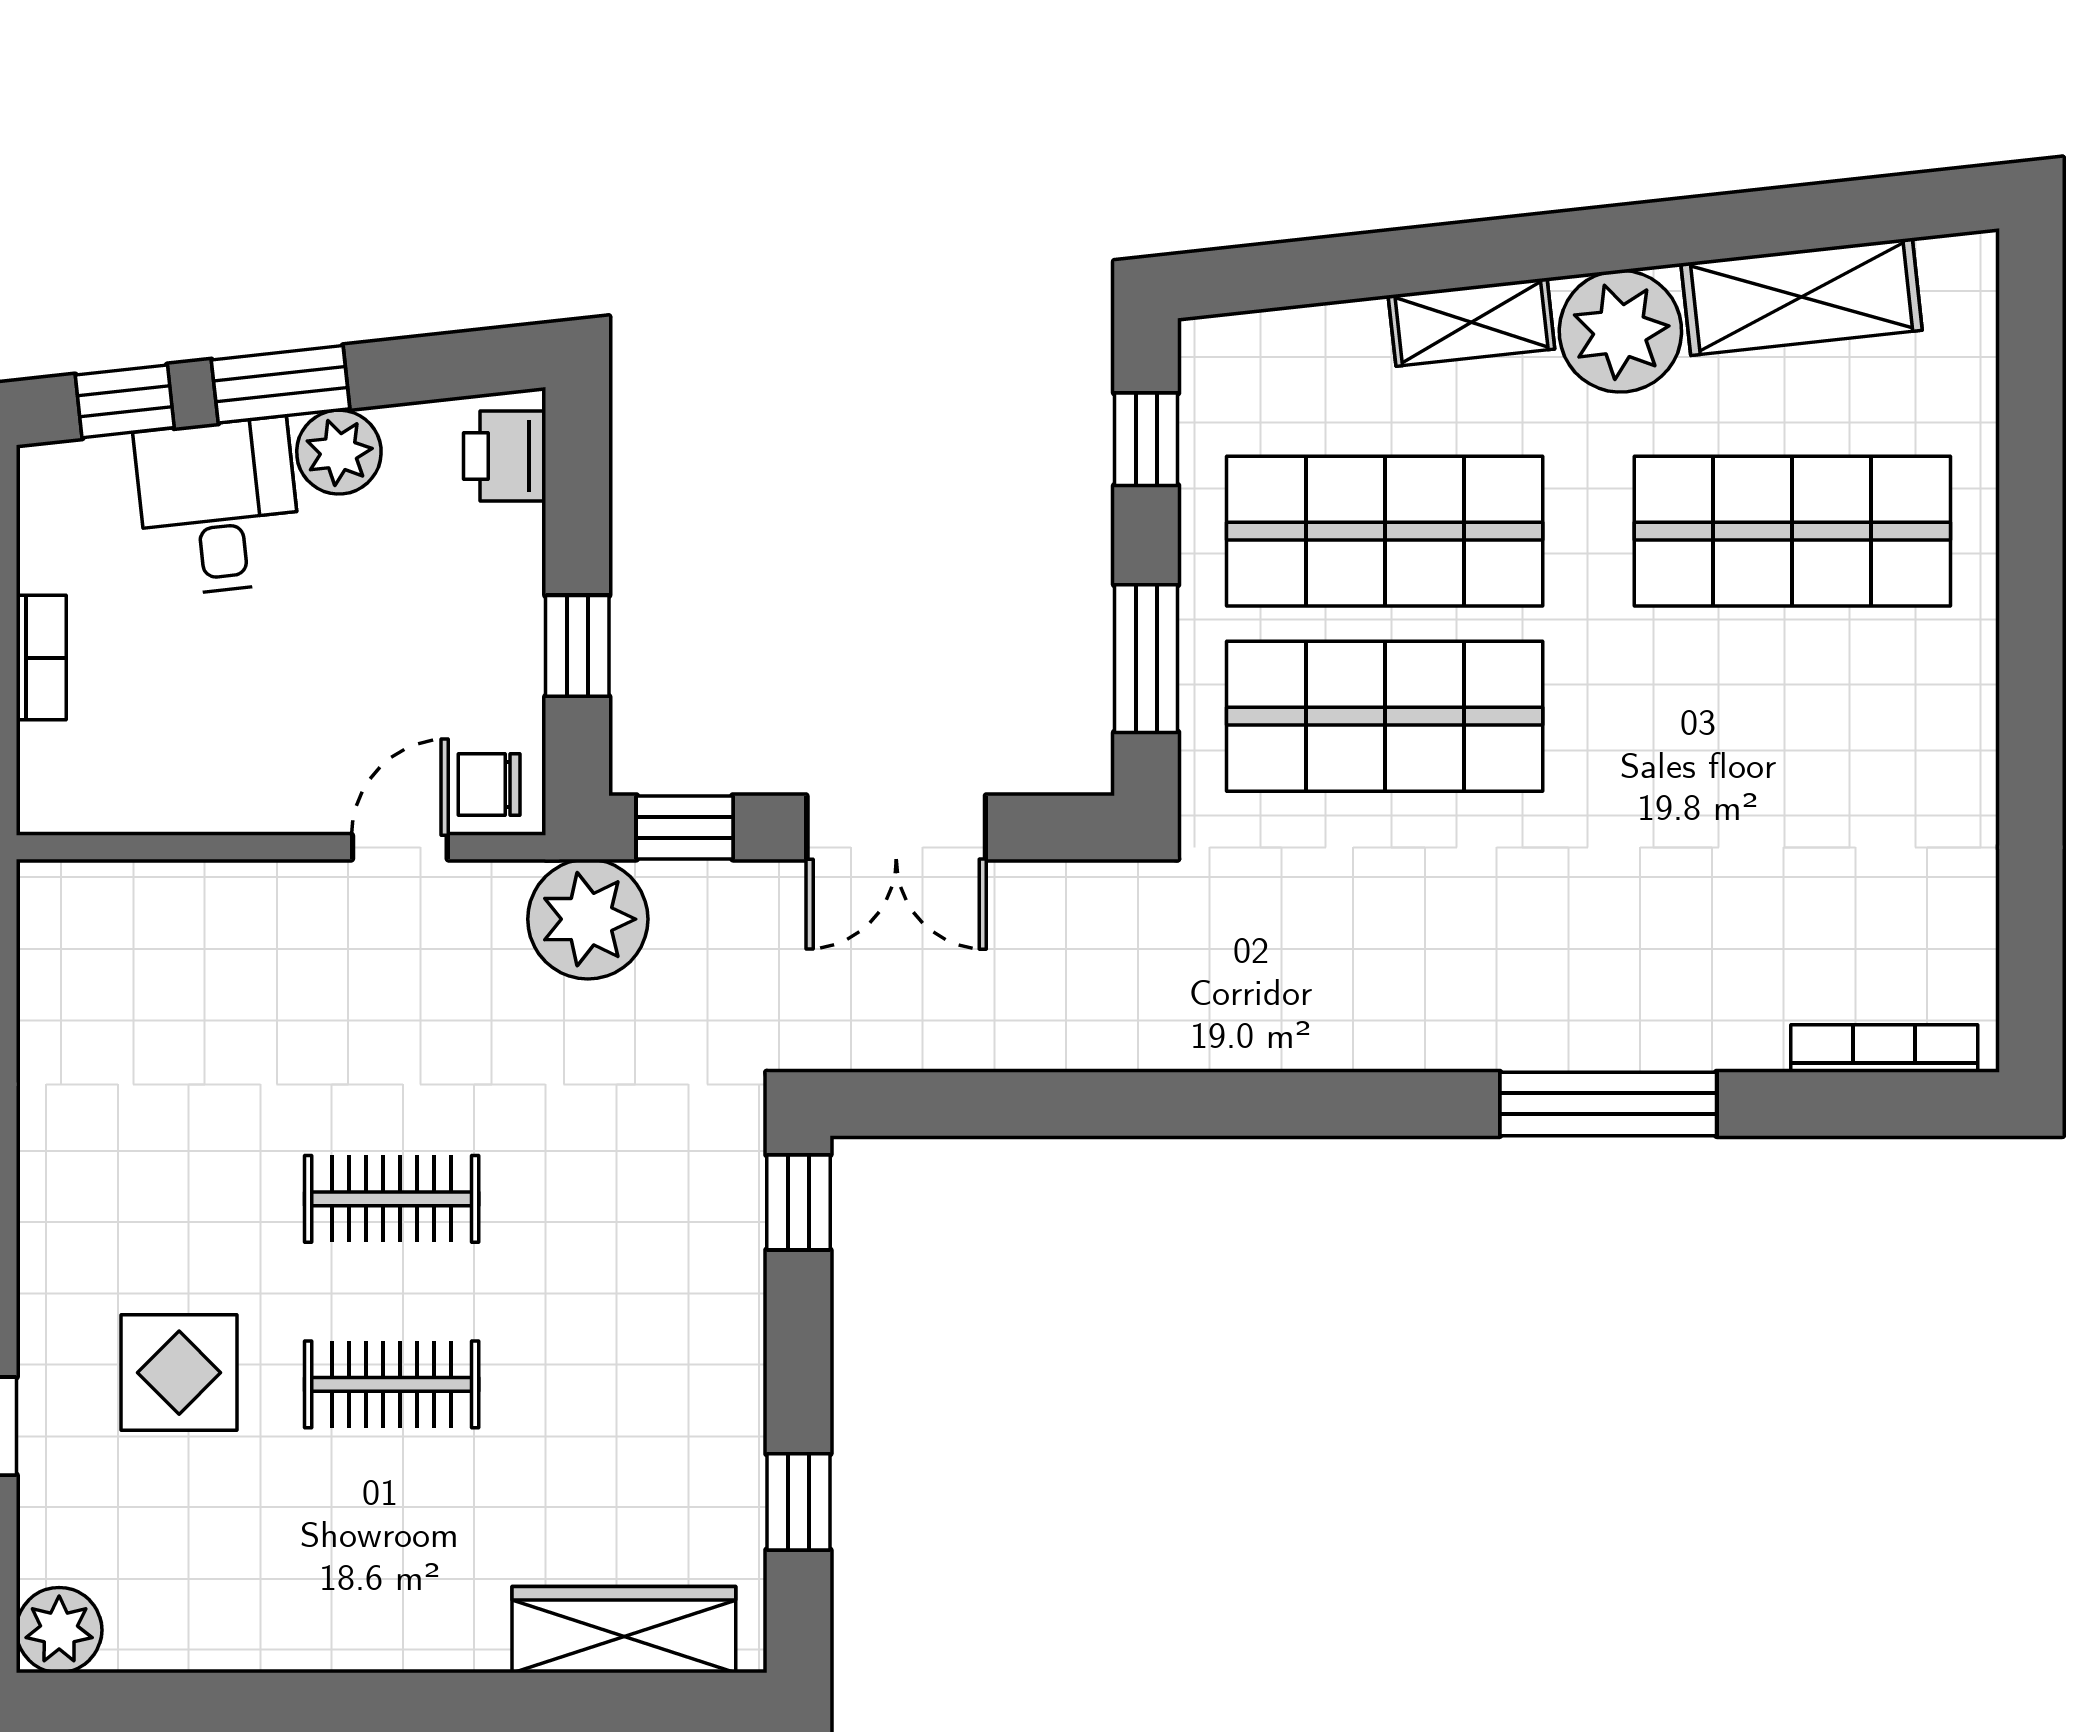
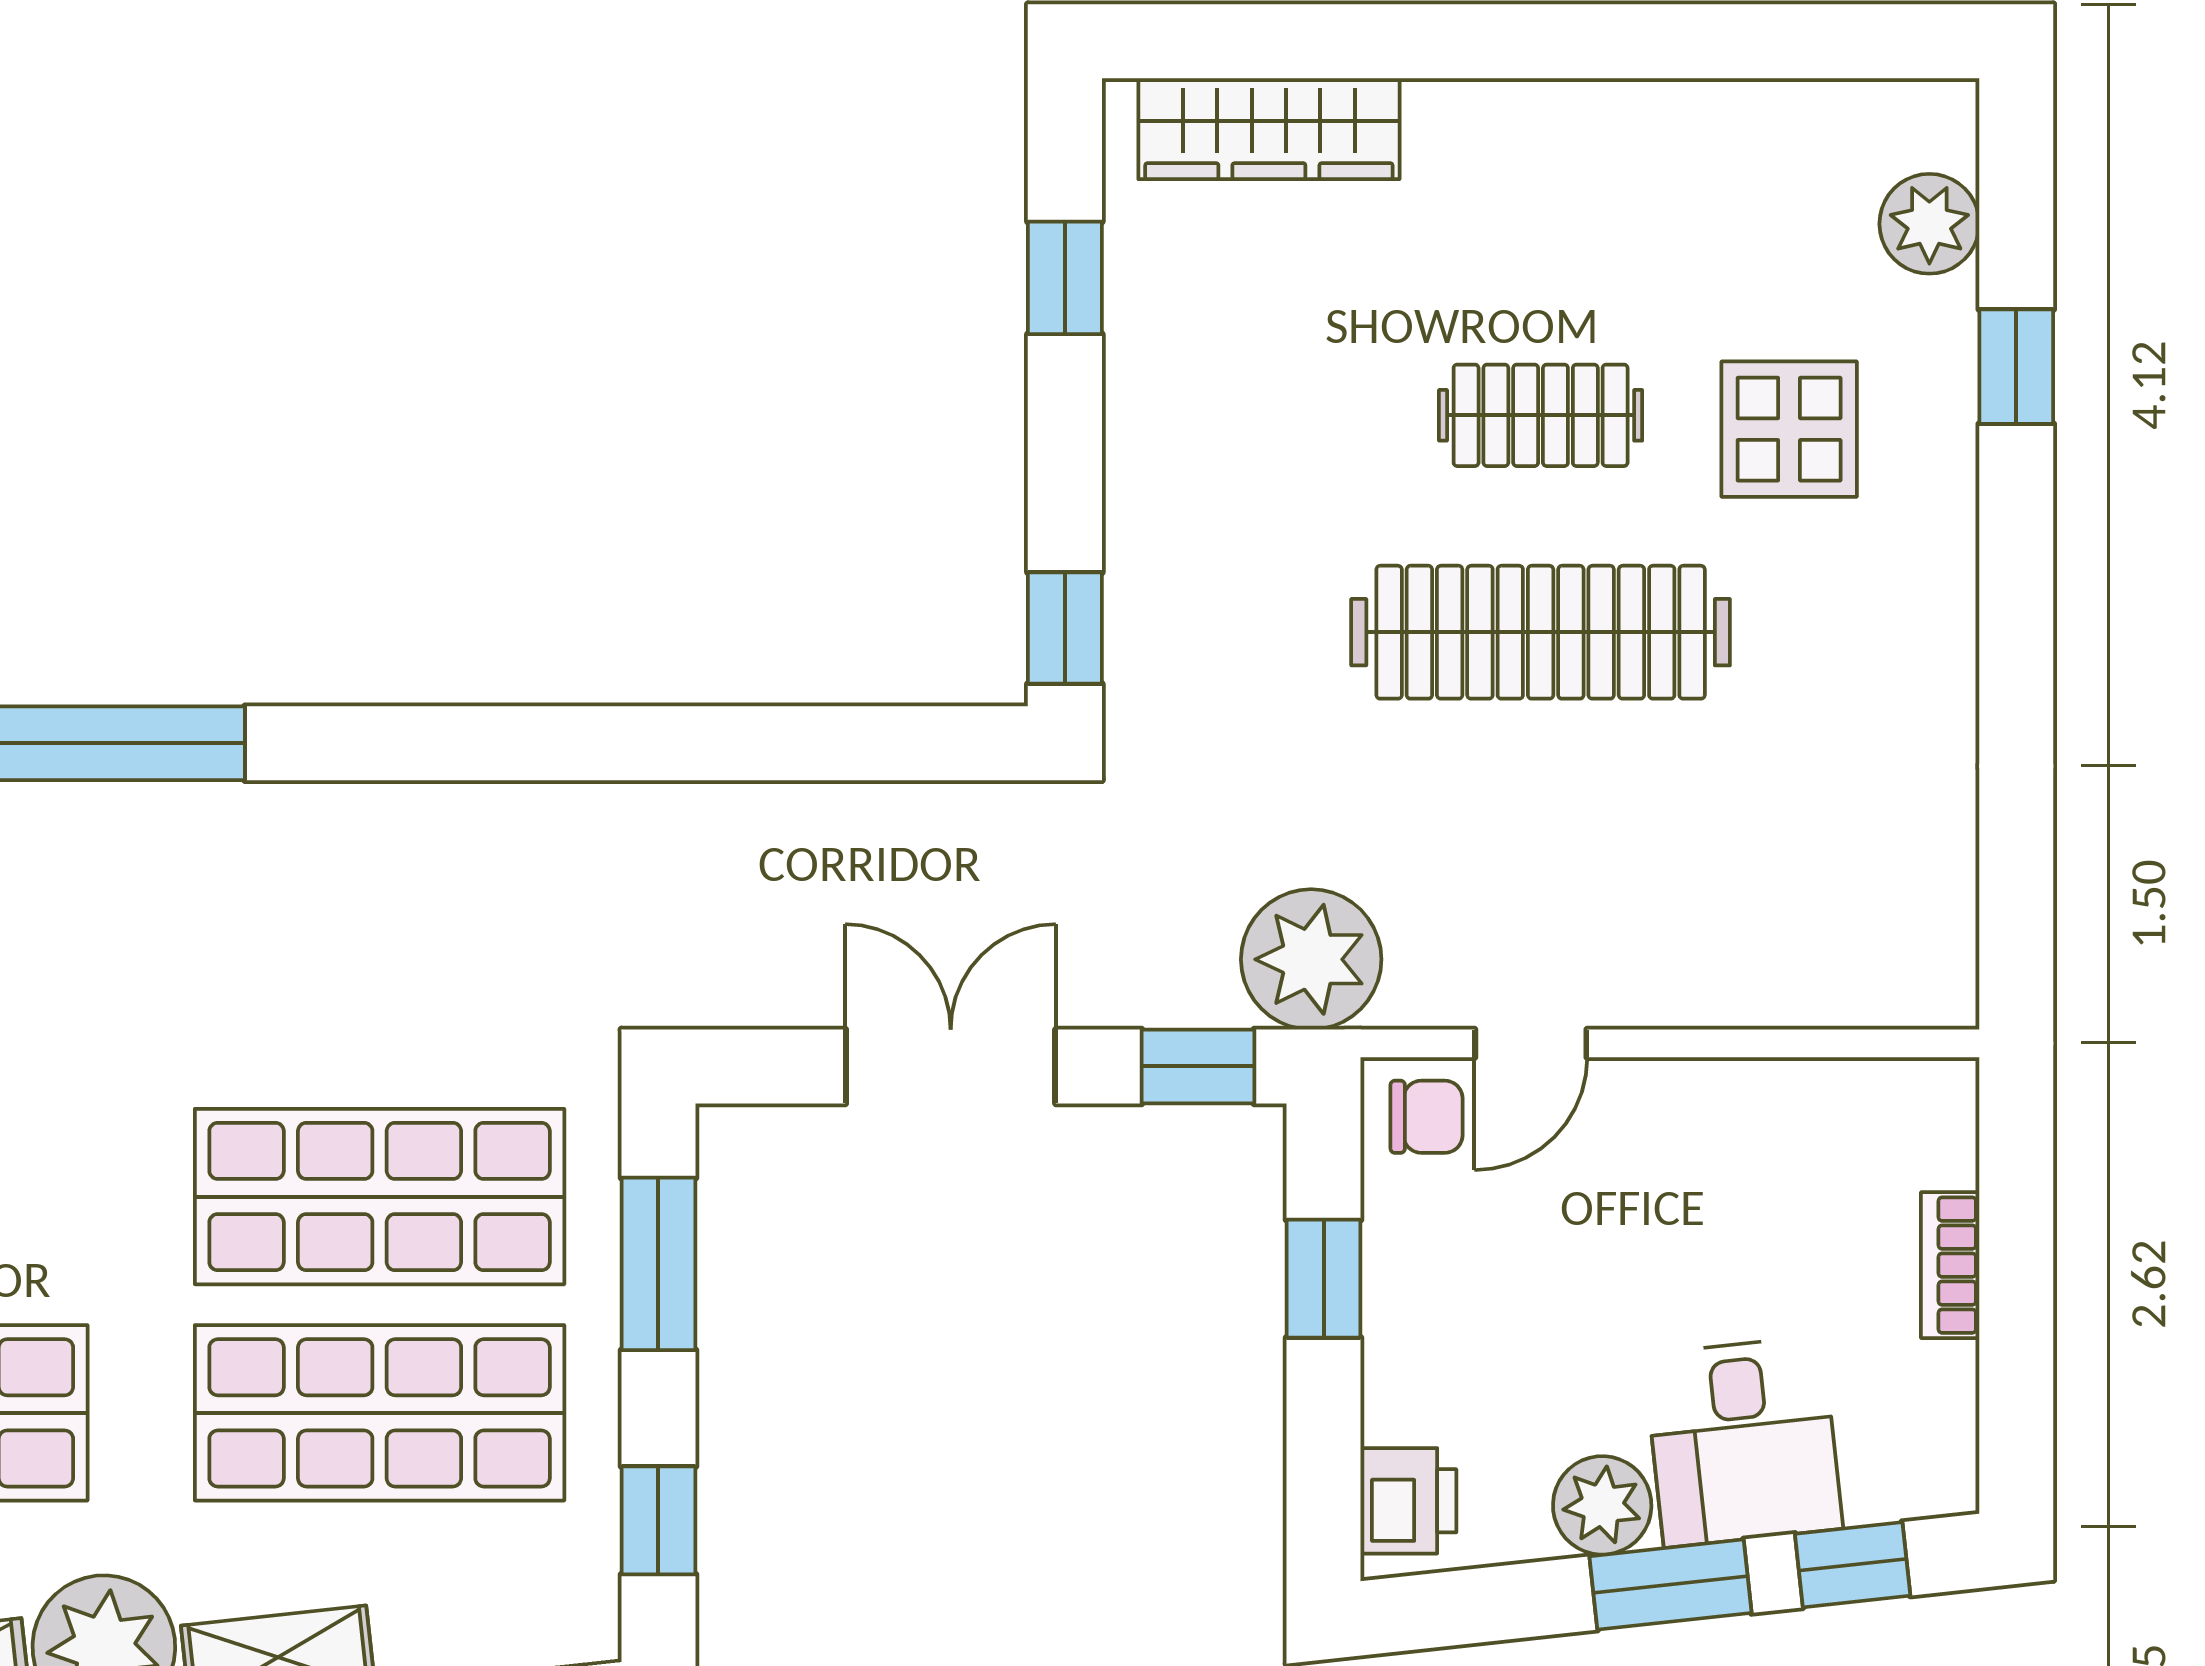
clothes rail: (392, 1199) -> (1541, 632), width x1.86, depth x1.31
plant: (59, 1630) -> (1929, 224), moved

